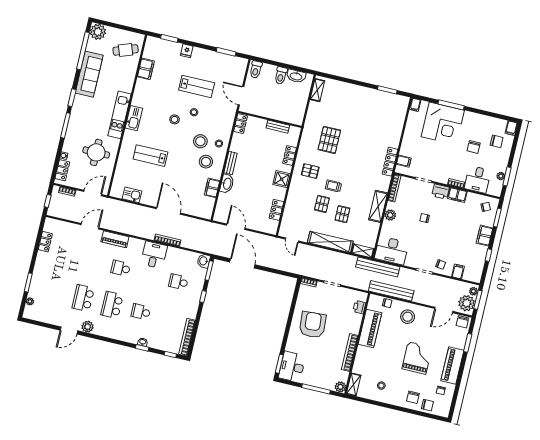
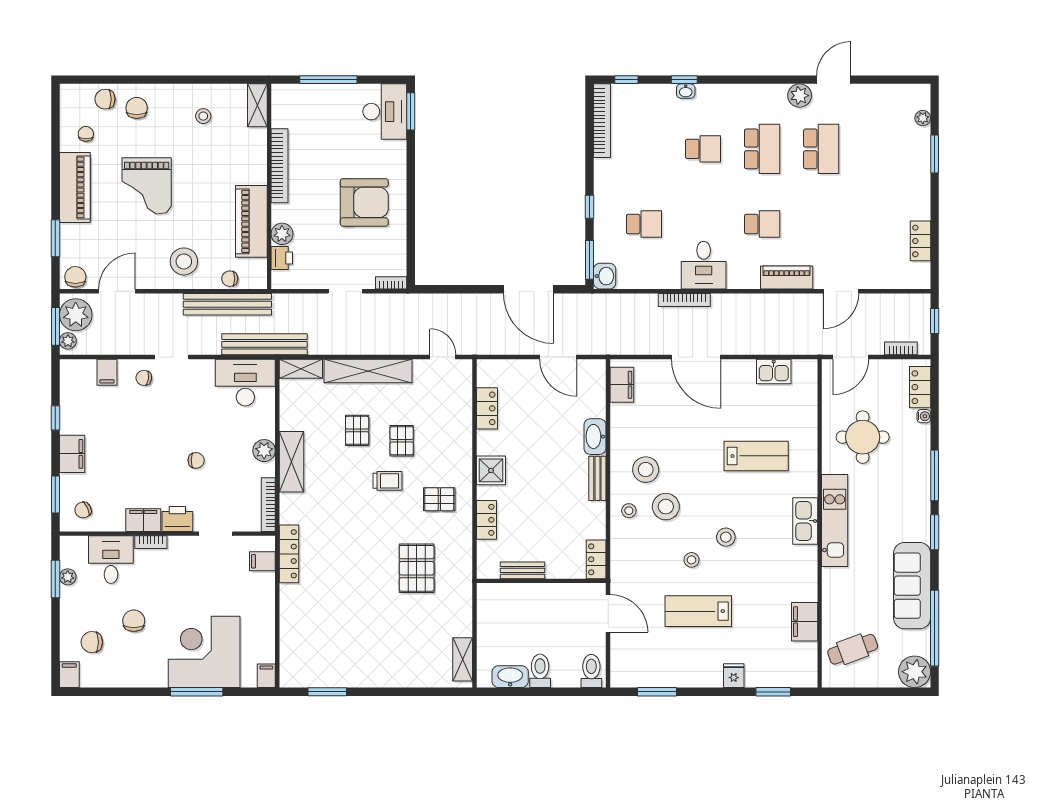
filing cabinet: (212, 188) -> (622, 385), moved
armchair: (313, 325) -> (364, 202), turned -86
plant: (340, 387) -> (282, 234), moved

